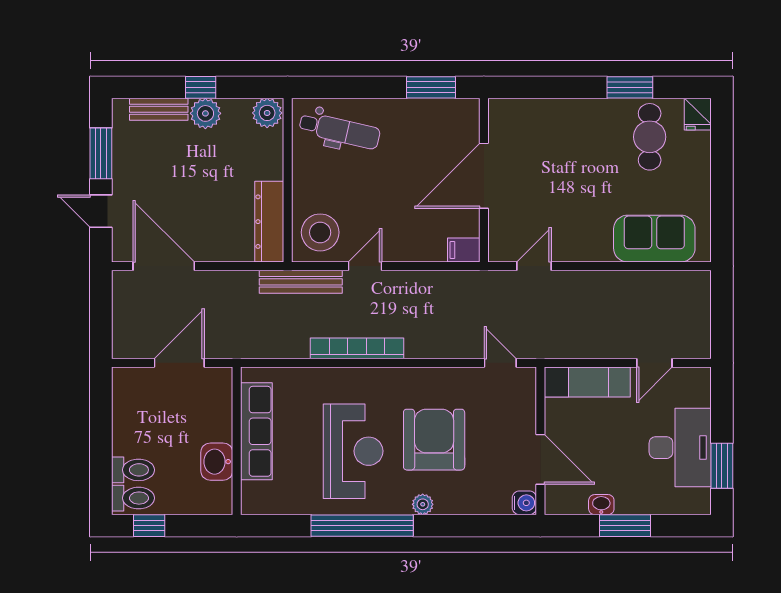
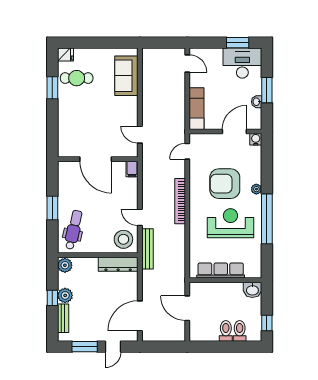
window: (431, 87) -> (52, 208), moved
bookcase: (357, 348) -> (180, 201), moved
door: (654, 363) -> (187, 63), moved
desk: (680, 448) -> (242, 63), moved
washbasin: (217, 462) -> (252, 290), moved
toilet: (133, 498) -> (226, 331), moved

